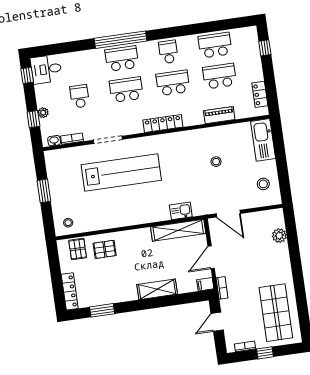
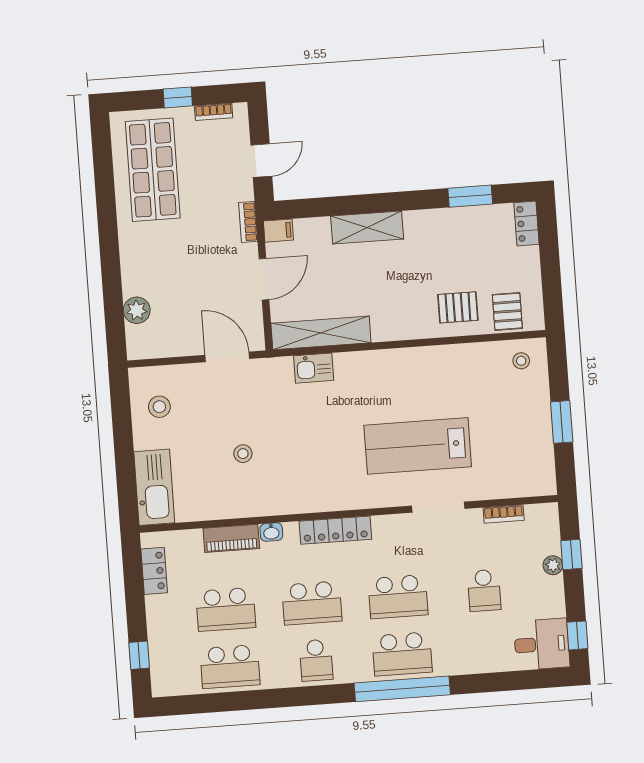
washbasin: (54, 141) -> (271, 532), moved
lab bench: (121, 172) -> (418, 446), width x0.73
locker: (70, 291) -> (526, 224), width x0.66

